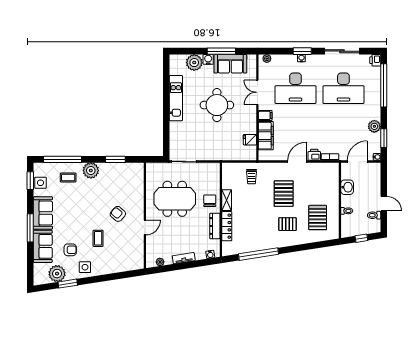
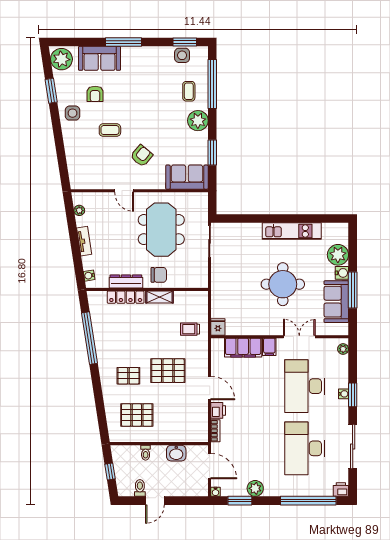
fridge: (250, 140) -> (218, 327), moved
sofa: (43, 213) -> (187, 177), moved, turned 180
pallet: (287, 224) -> (128, 376), turned 90
plant: (57, 274) -> (61, 59), moved

